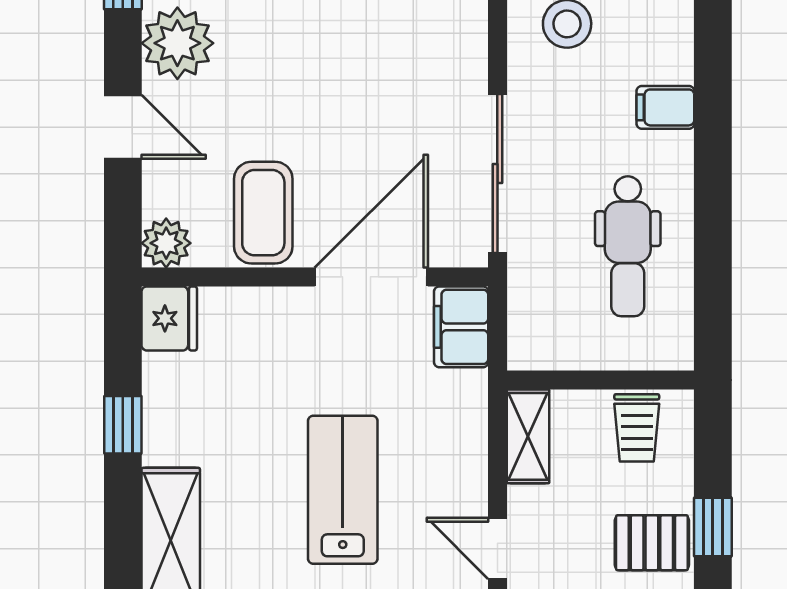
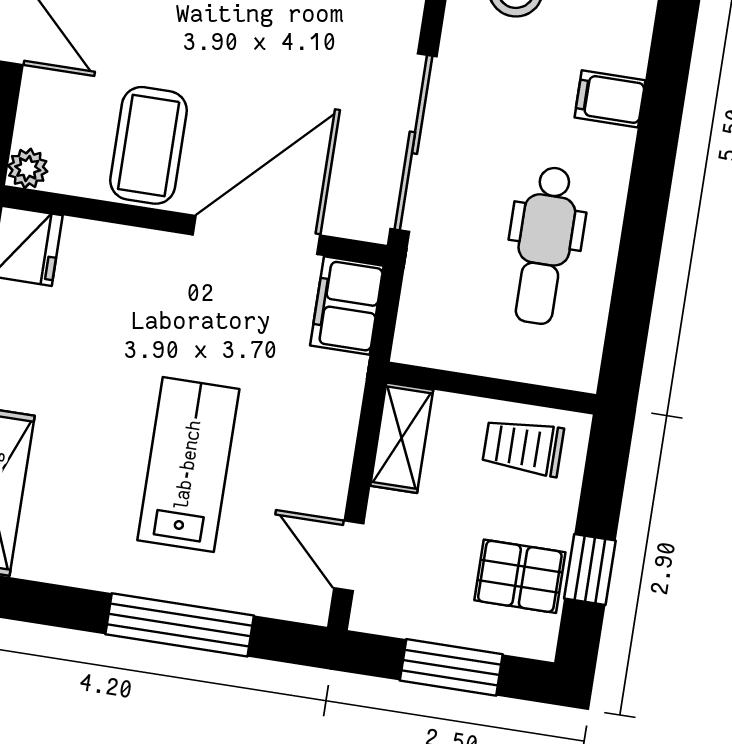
plant: (166, 243) -> (28, 168), width x0.73, depth x0.73
trolley: (637, 428) -> (523, 447), turned 90

